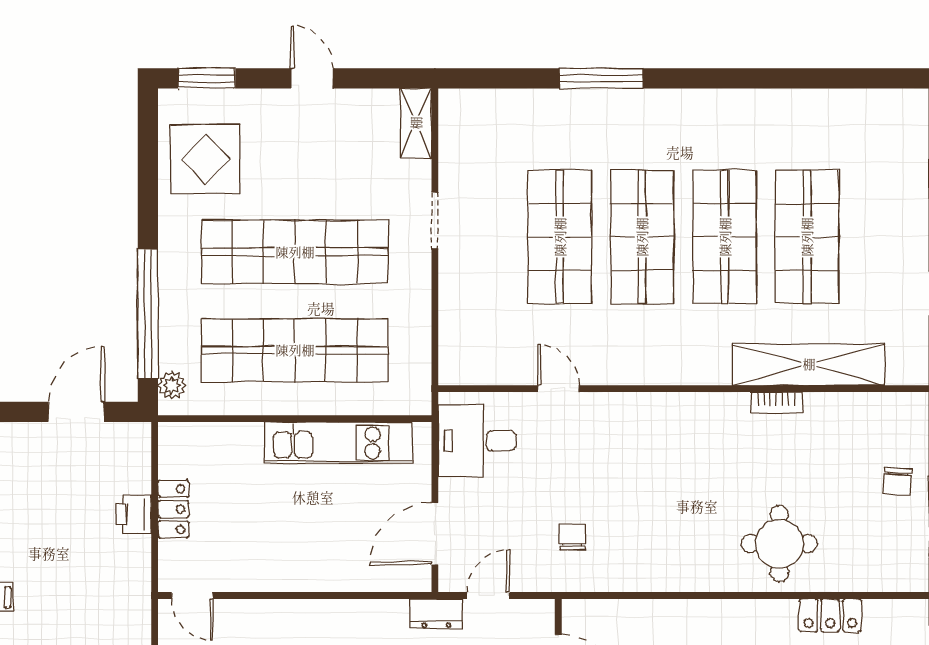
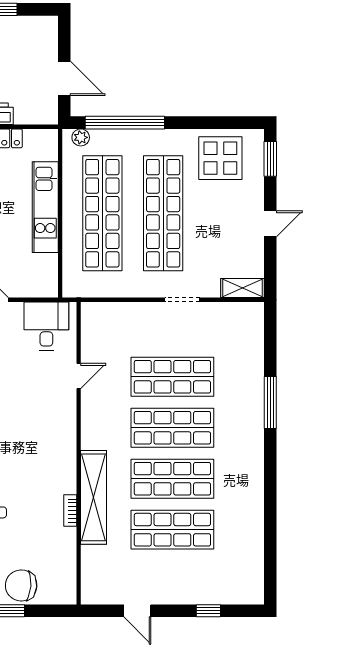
shelving: (809, 364) -> (94, 497), moved
kitchen unit: (339, 443) -> (45, 207), moved
chair: (898, 482) -> (21, 585), width x1.87, depth x1.87

